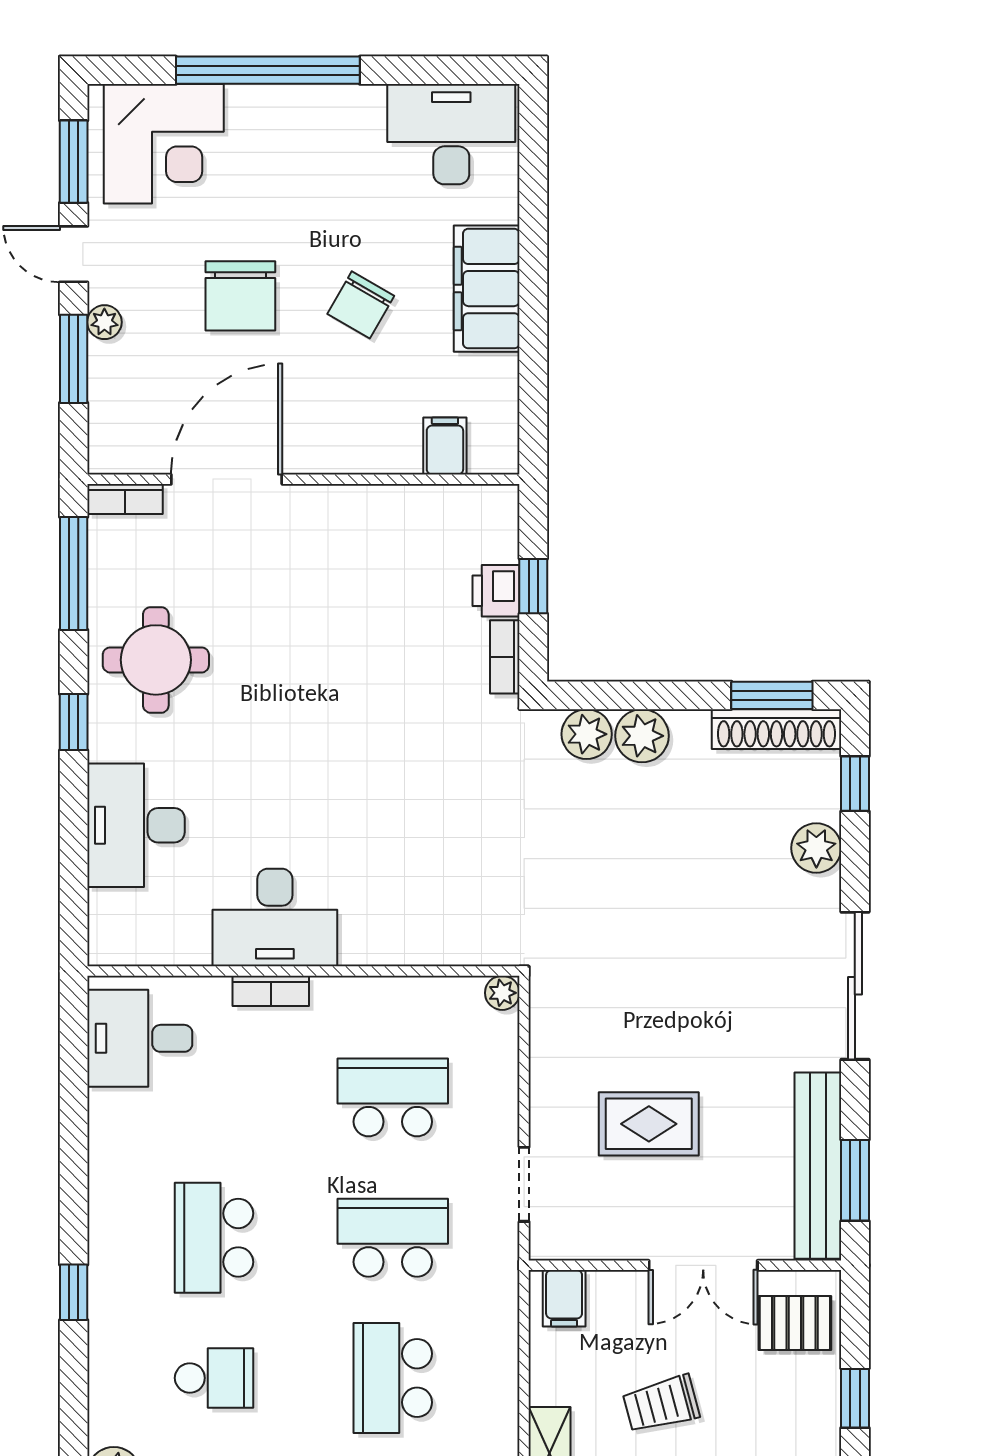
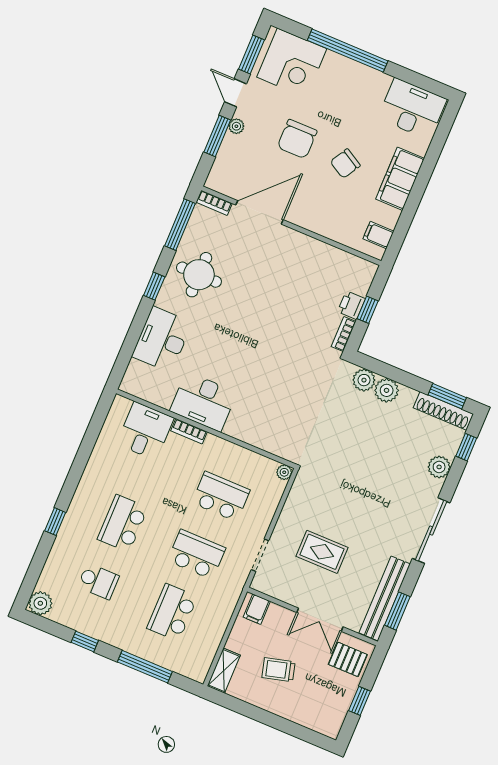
filing cabinet: (445, 446) -> (378, 235), moved, turned -90
desk: (140, 1038) -> (145, 431), moved, turned 90

